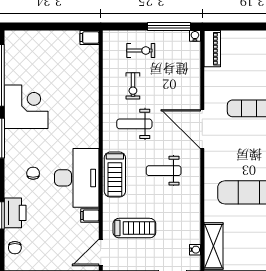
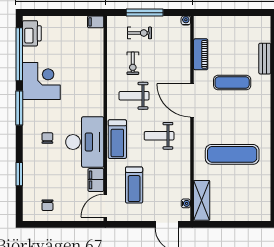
window: (169, 27) -> (145, 13), moved
piano: (212, 49) -> (201, 54), moved
printer: (15, 213) -> (32, 33), moved
filing cabinet: (90, 215) -> (96, 180), width x2.00
treadmill: (134, 228) -> (134, 185), turned 90
chair: (15, 248) -> (47, 205), moved

